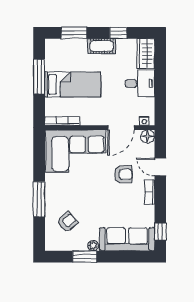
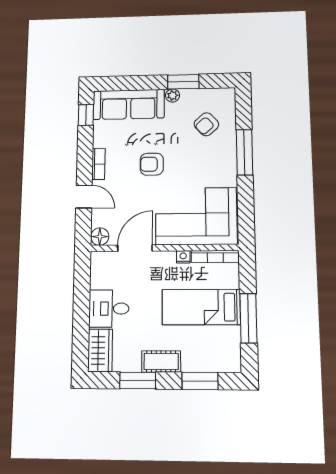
window: (118, 33) -> (138, 380), width x1.50
nightstand: (144, 121) -> (183, 257), moved
armchair: (123, 174) -> (152, 164), moved

